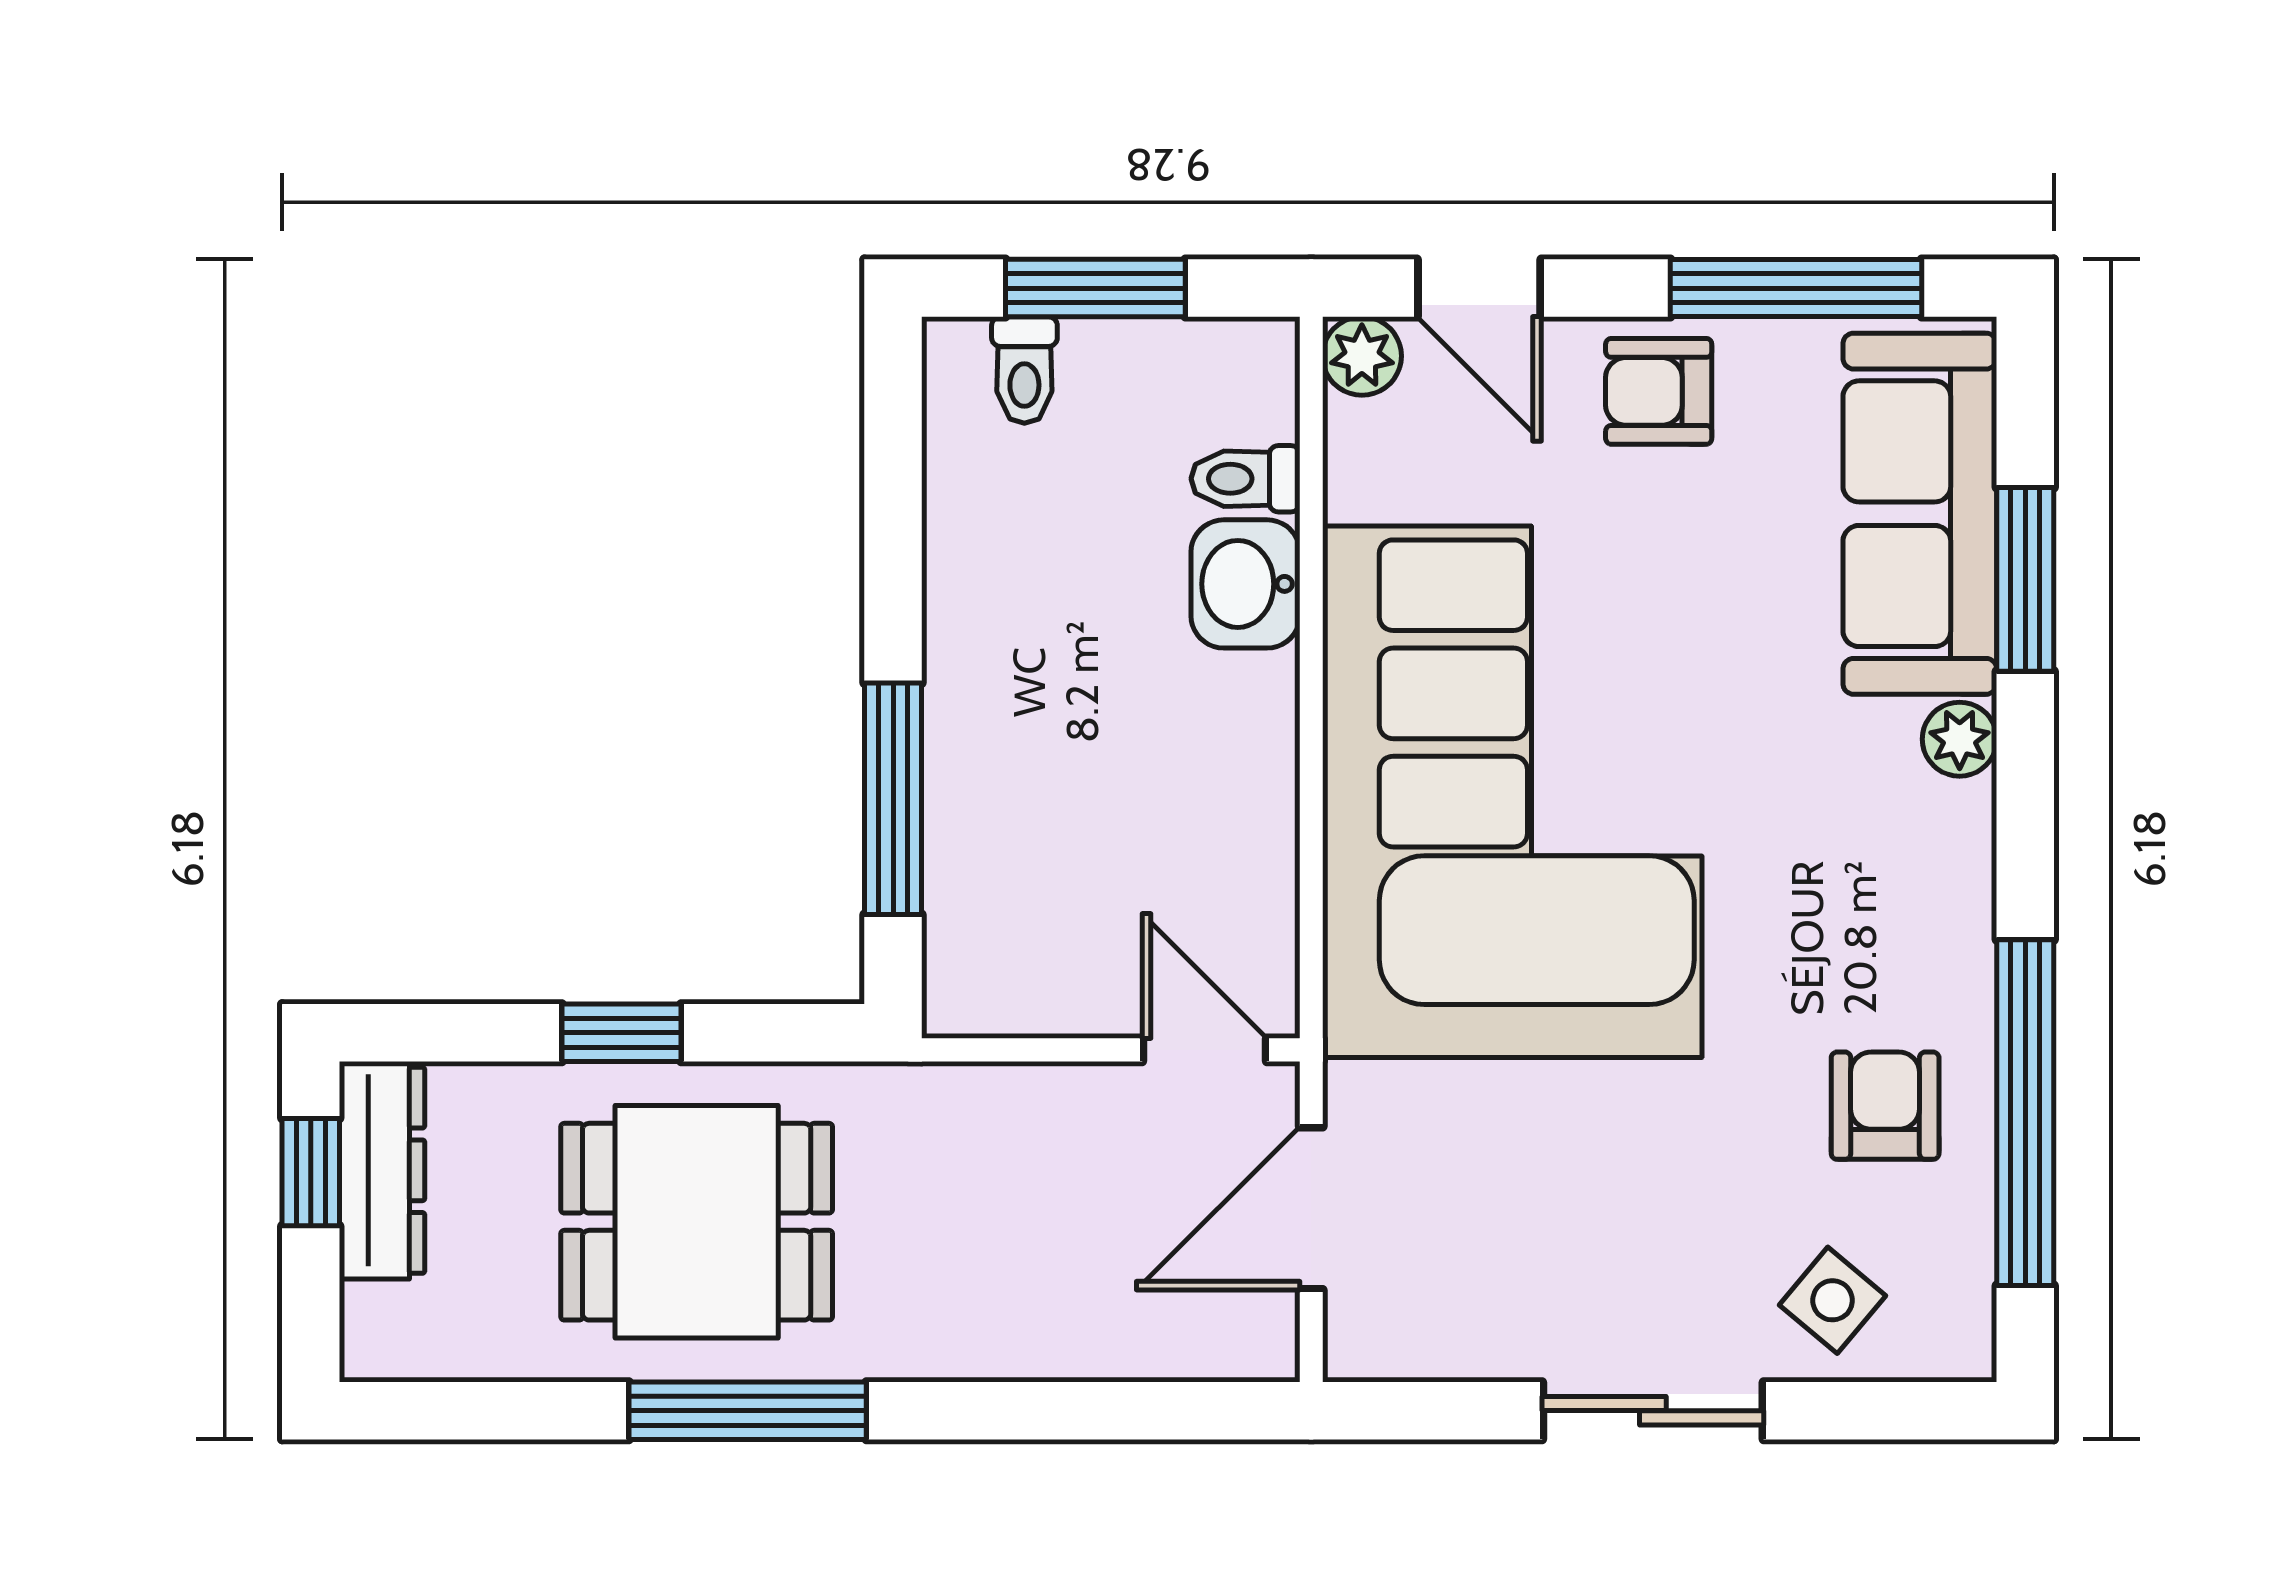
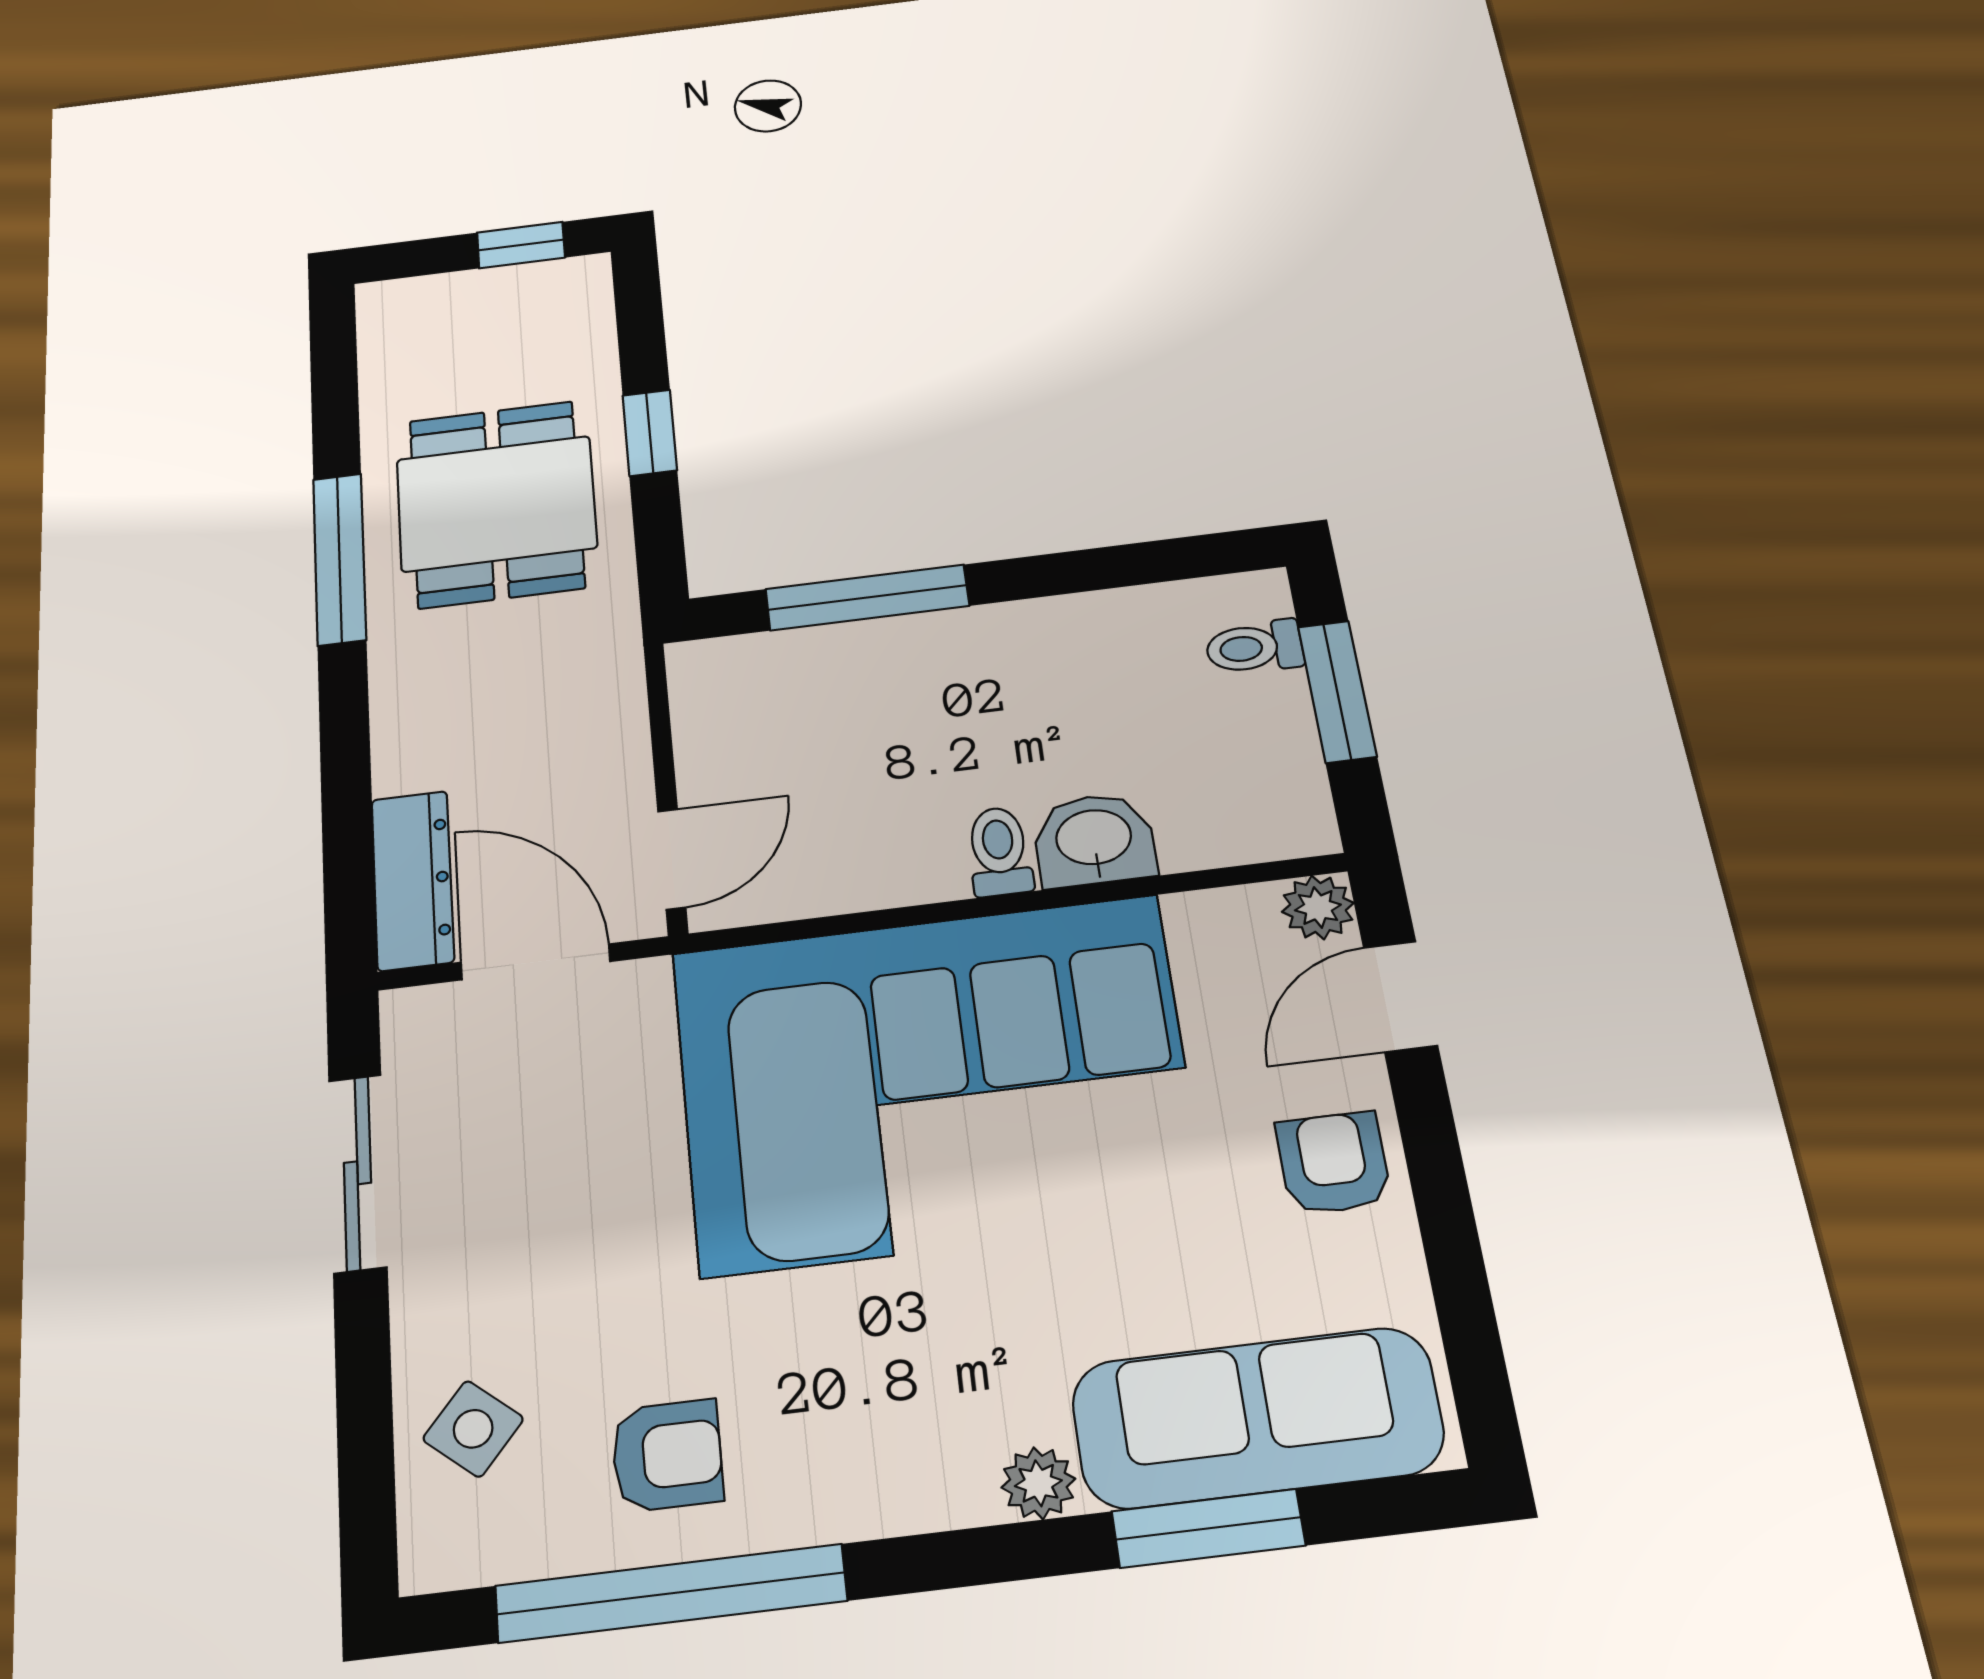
window: (1796, 288) -> (1458, 1274), removed
toilet: (1245, 479) -> (999, 851), moved
dresser: (382, 1170) -> (413, 880), moved, turned -90
sliding door: (1653, 1411) -> (357, 1173), moved

